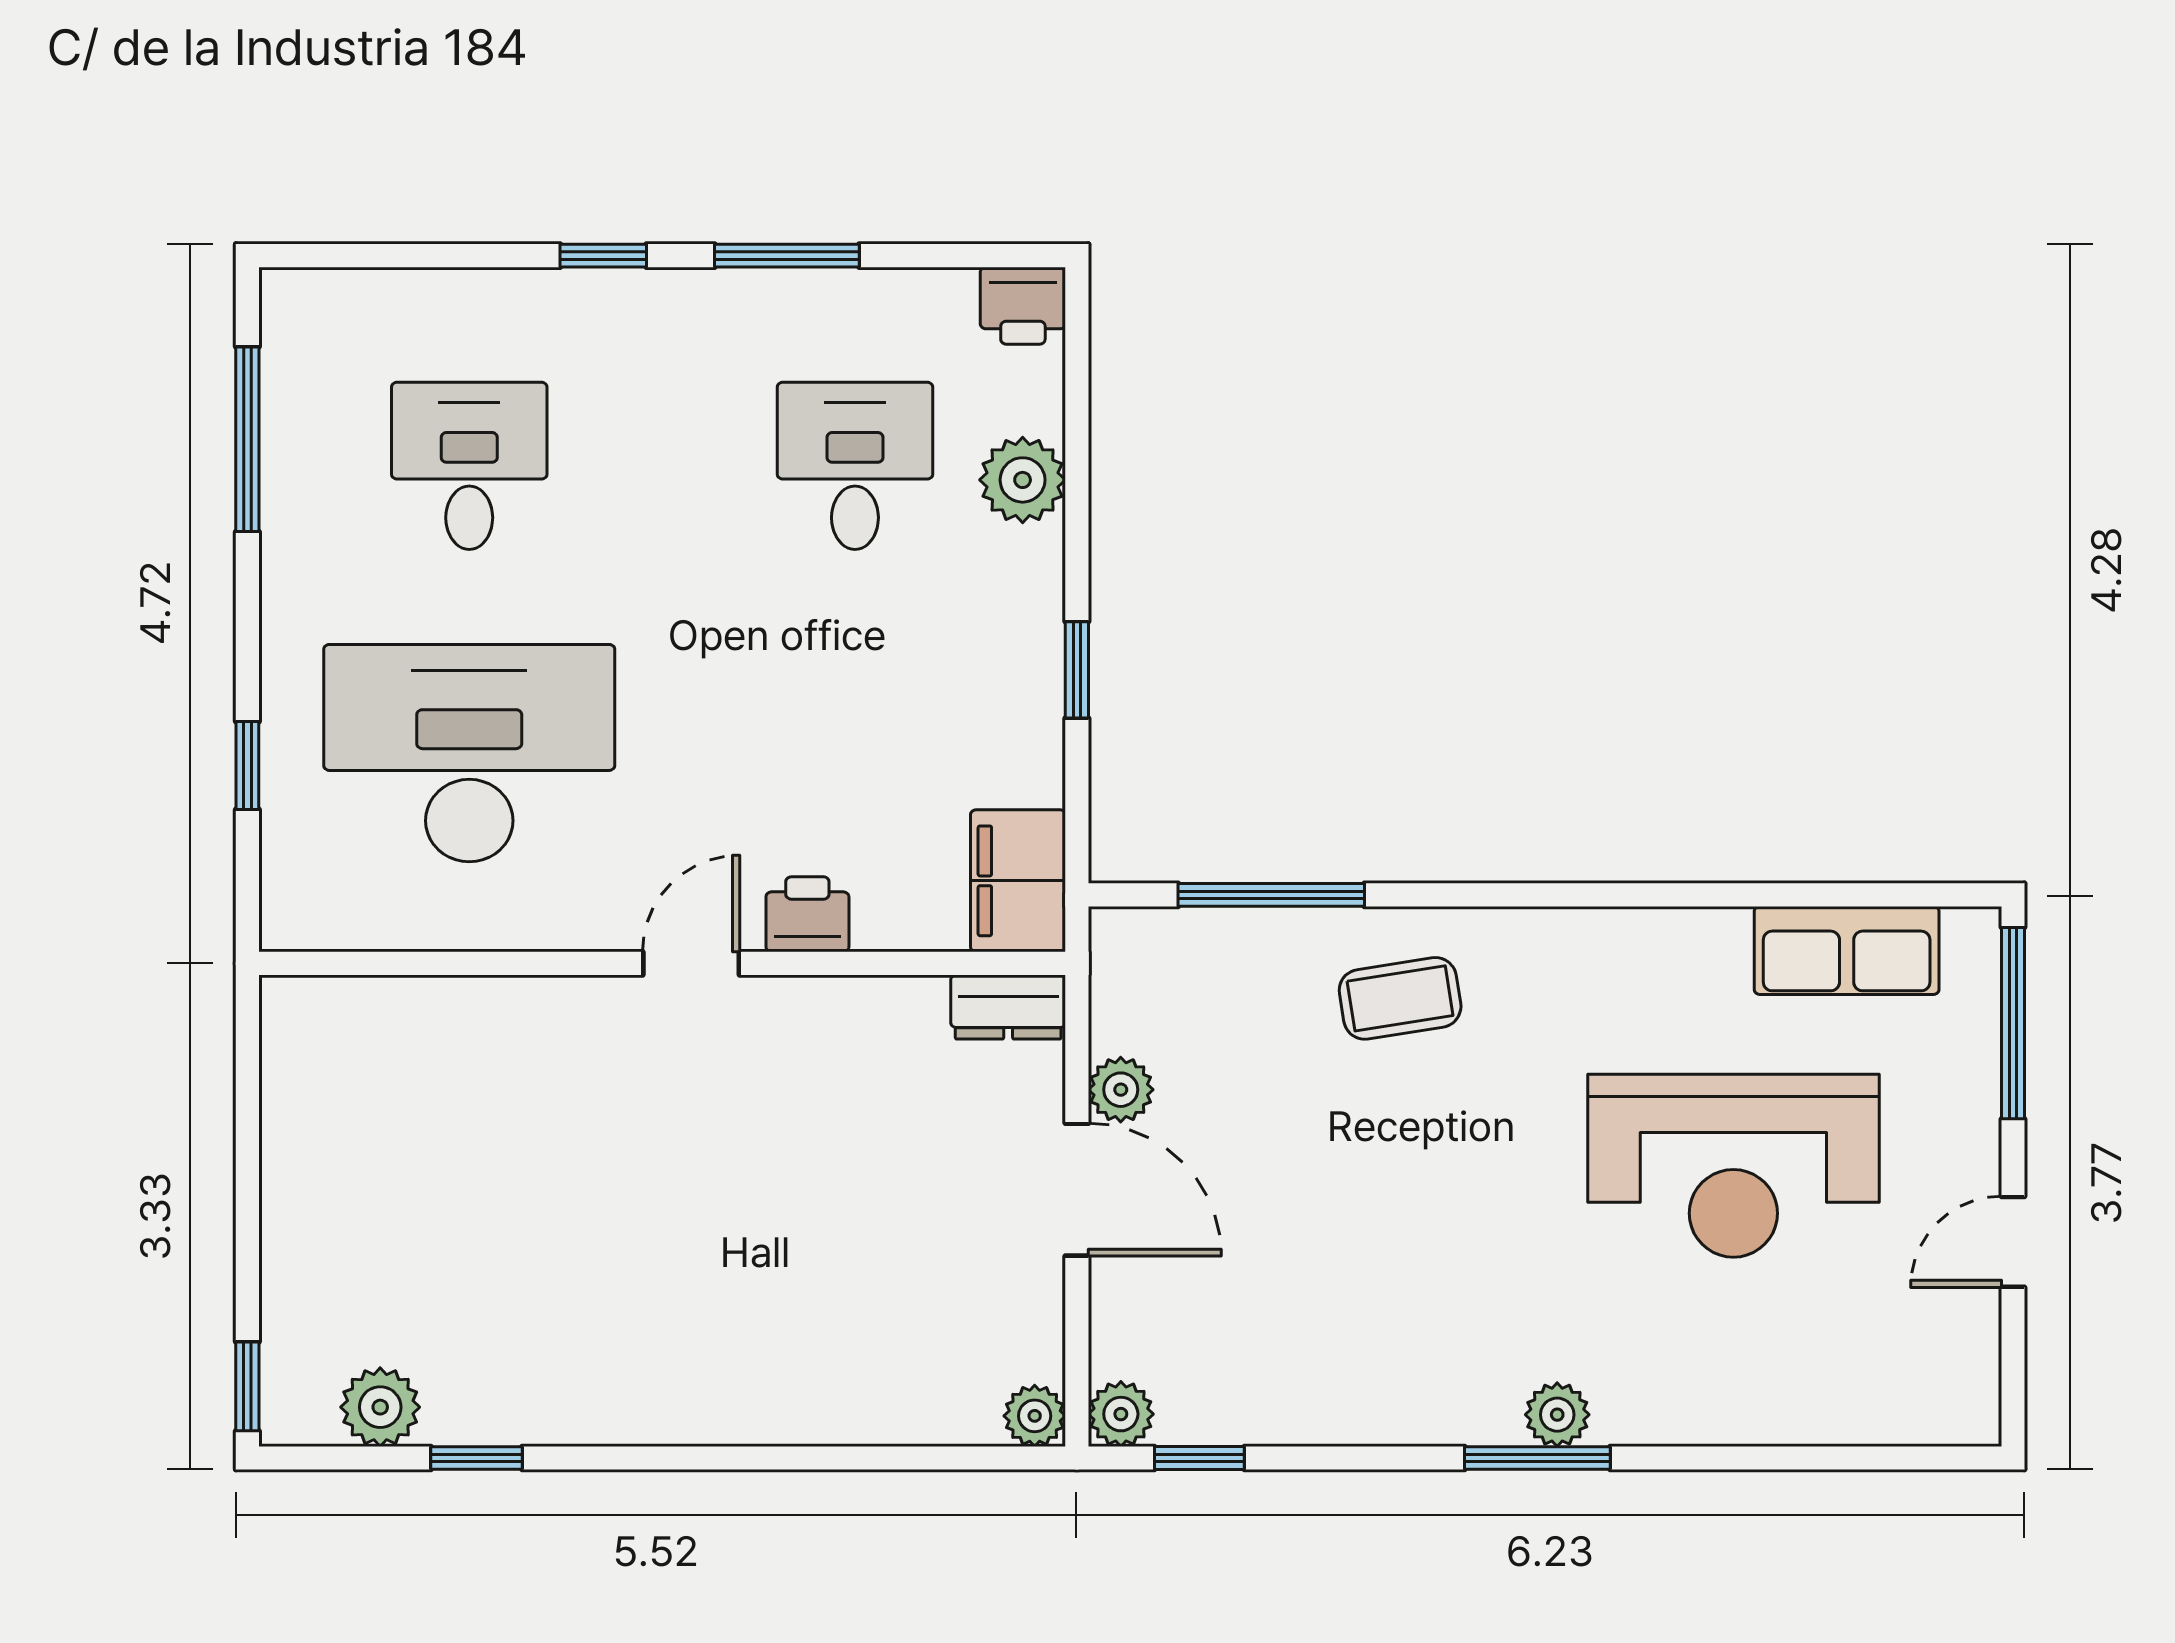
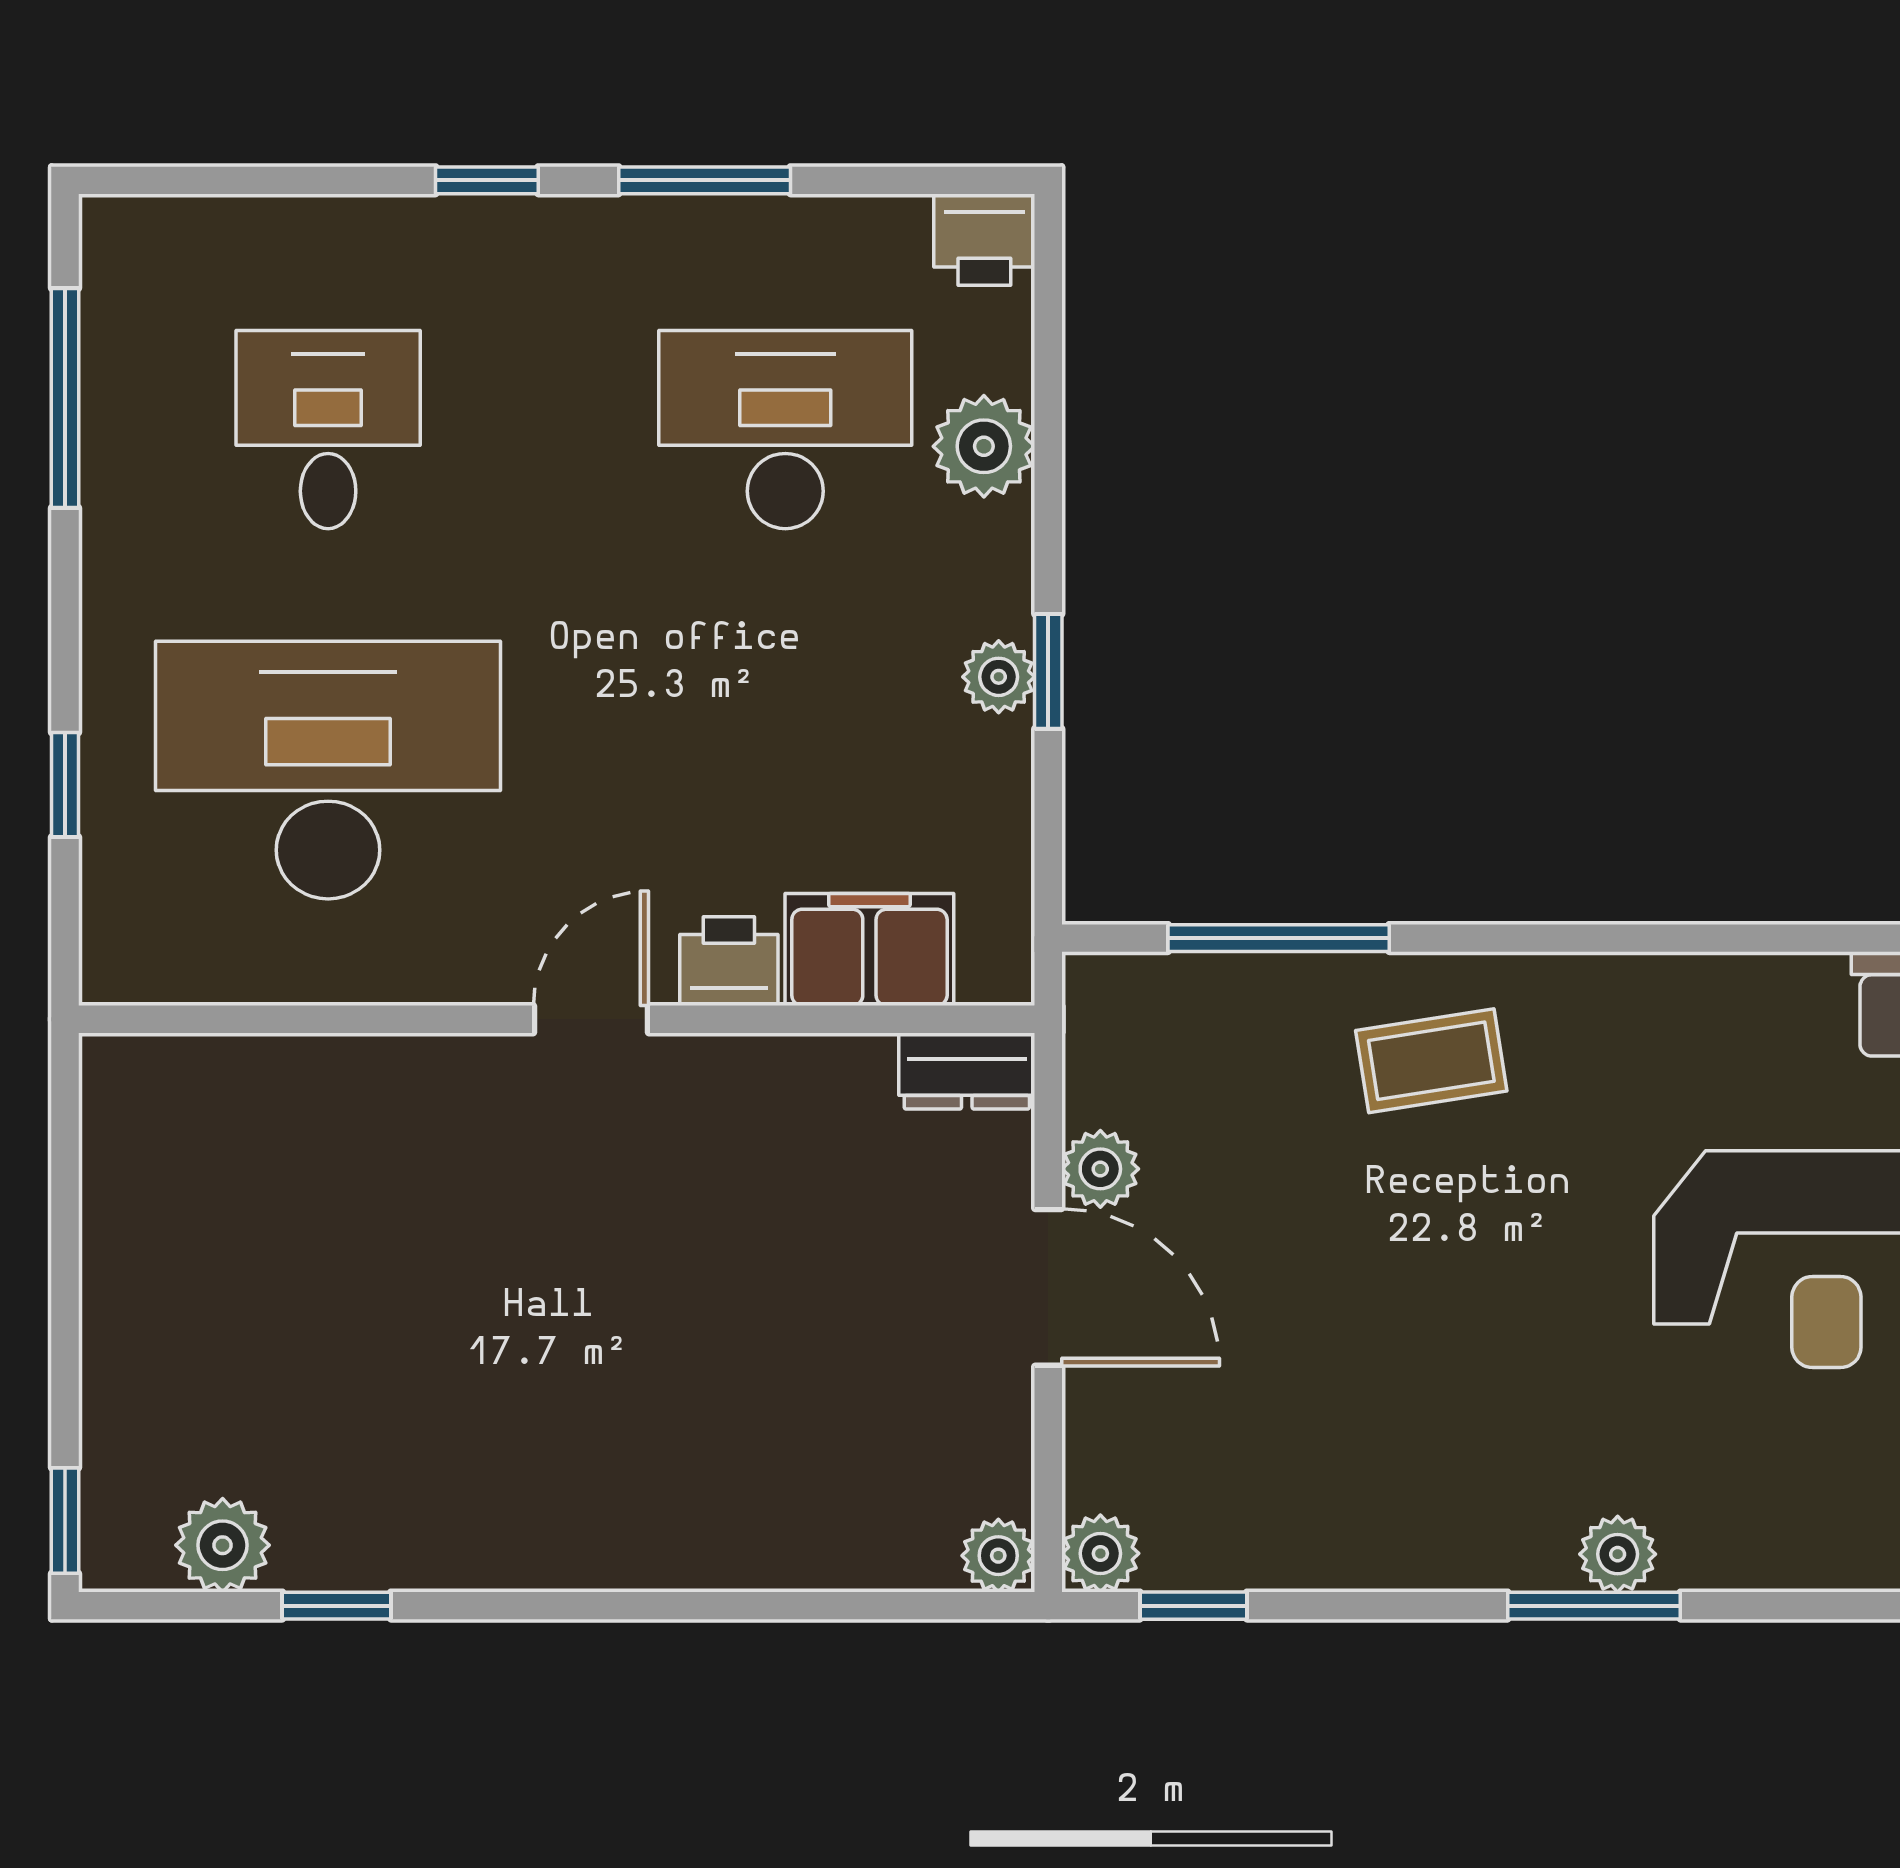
desk: (855, 466) -> (785, 430), width x1.37
plant: (1035, 674) -> (999, 677), added
filing cabinet: (1018, 881) -> (869, 950), moved, turned 90

